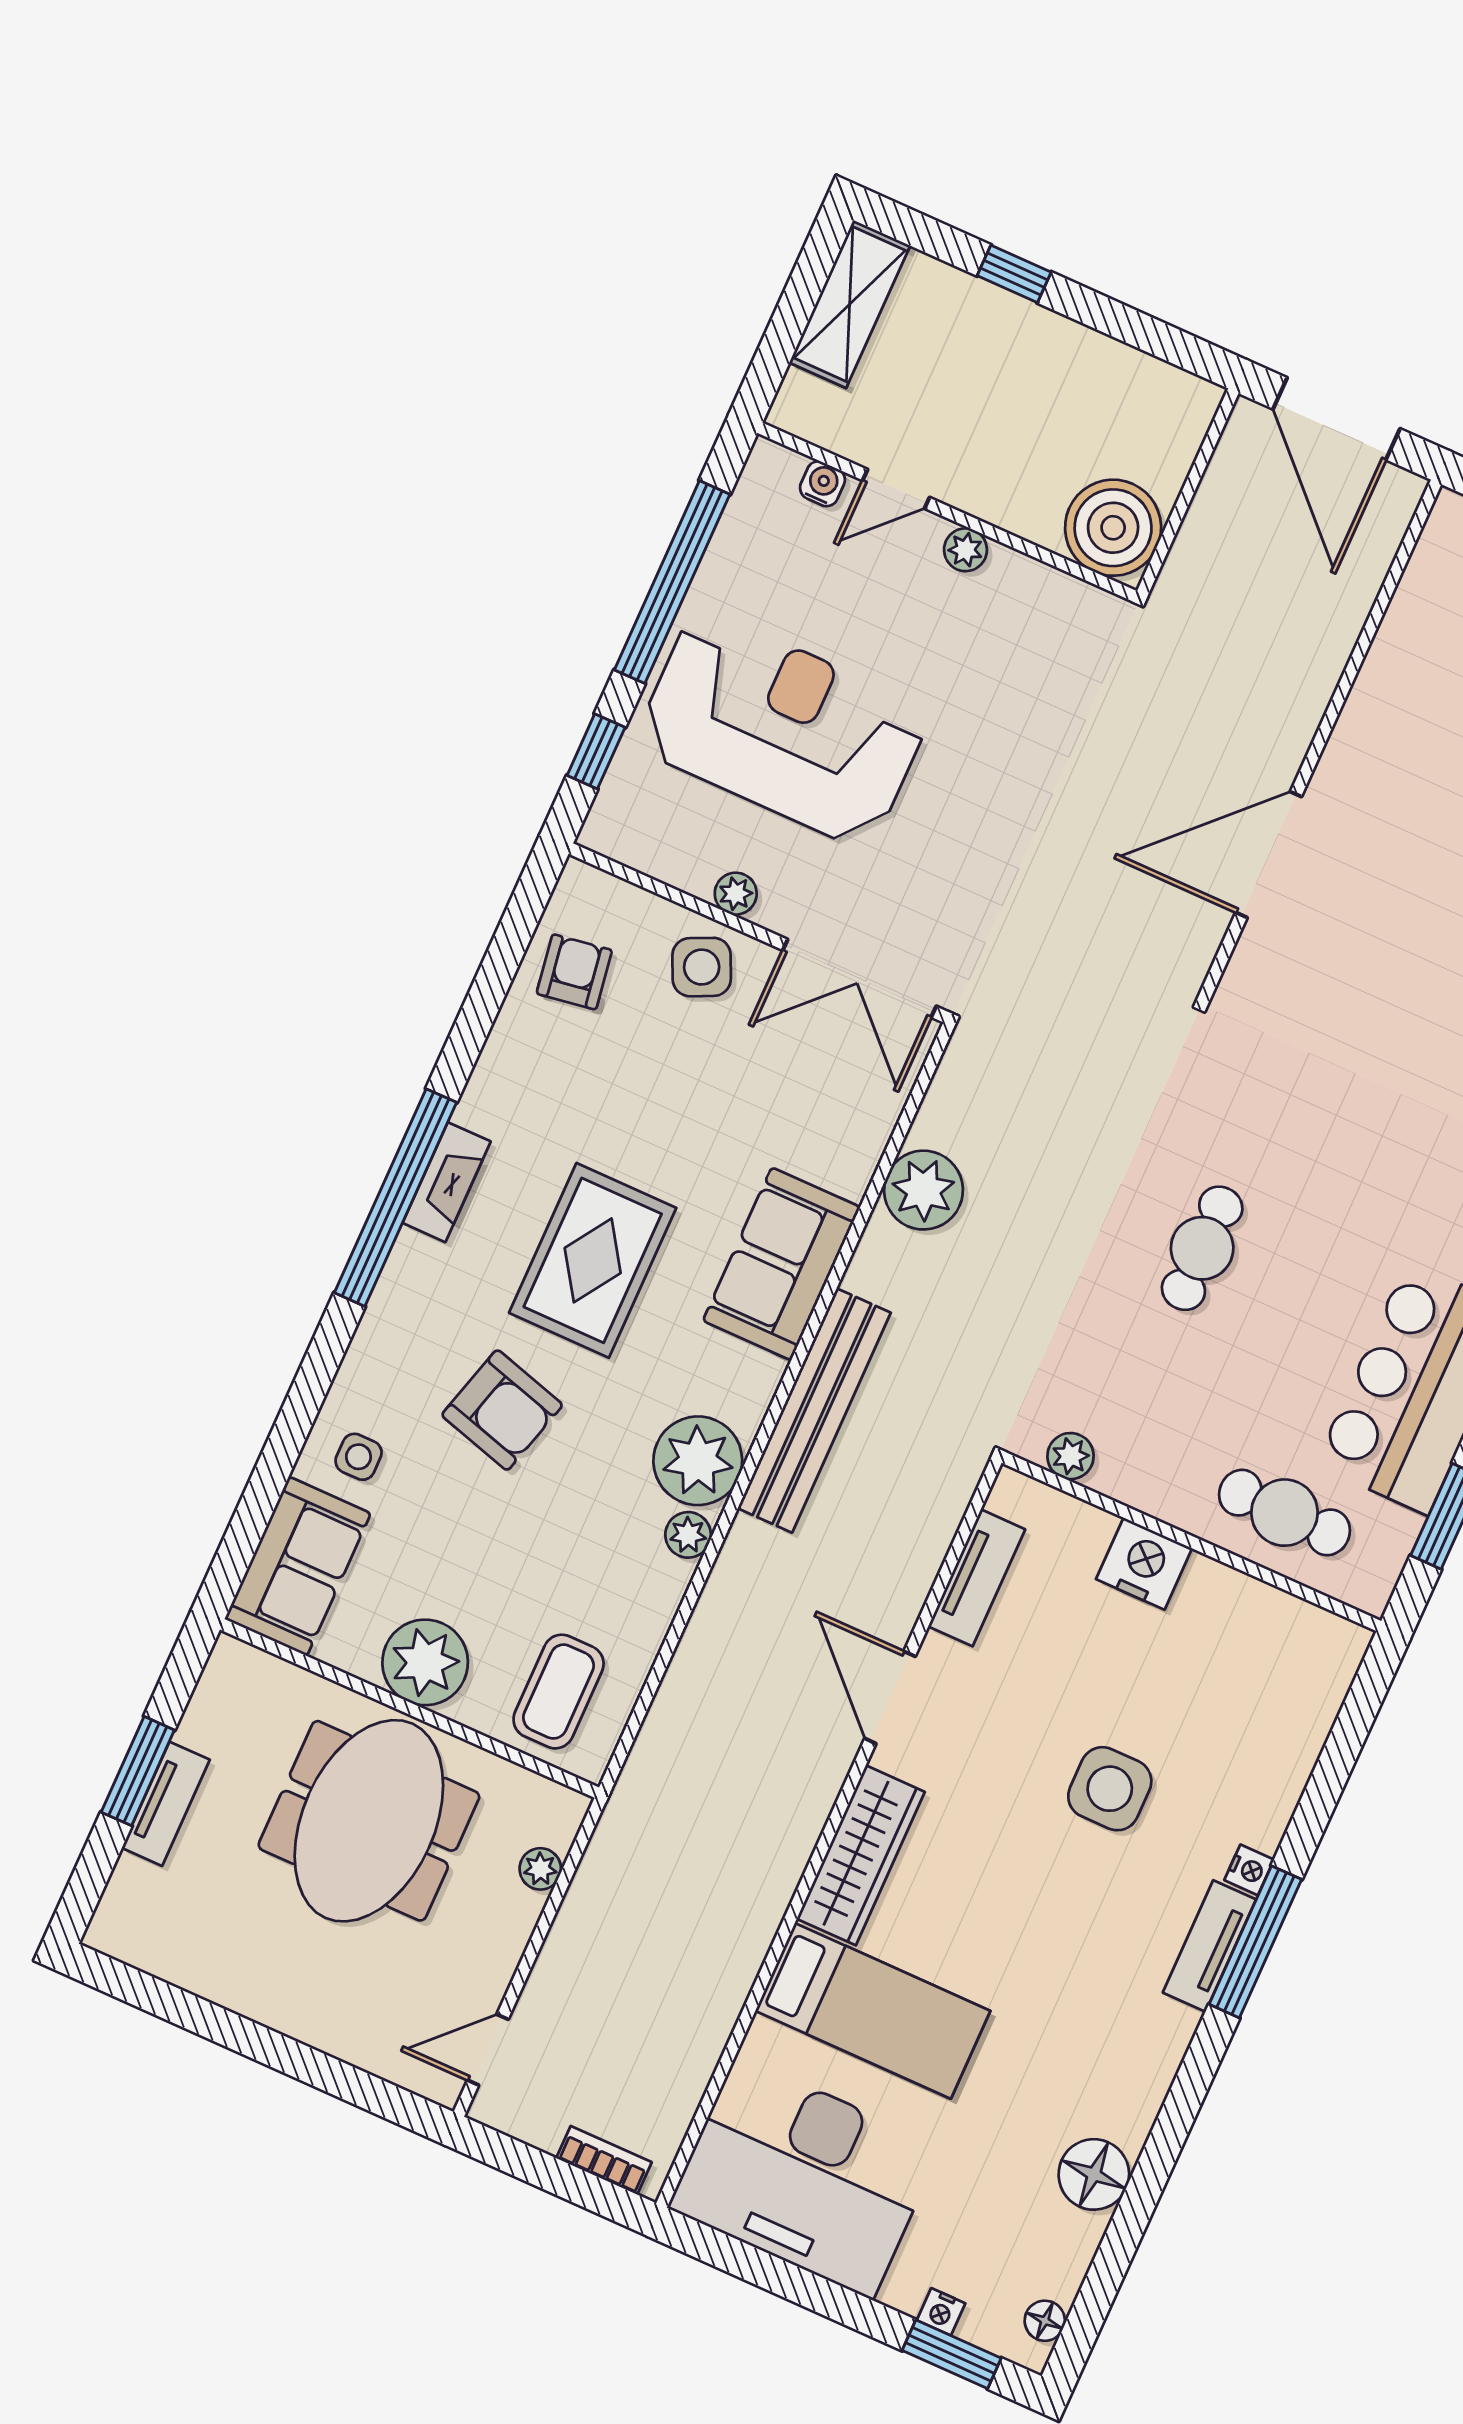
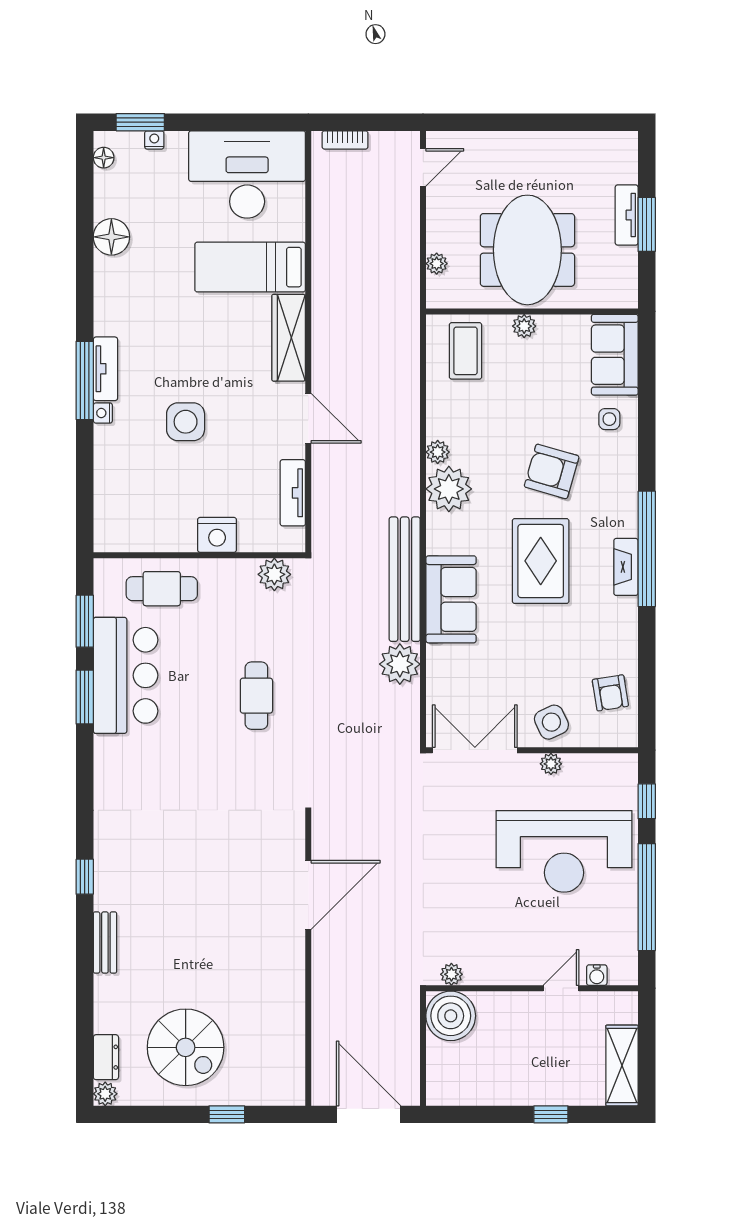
plant: (965, 550) -> (451, 974), moved
bench: (814, 1410) -> (405, 579), moved
plant: (1071, 1456) -> (274, 574), width x1.38, depth x1.38
plant: (425, 1662) -> (524, 326), width x0.53, depth x0.53

